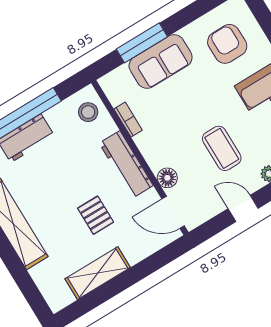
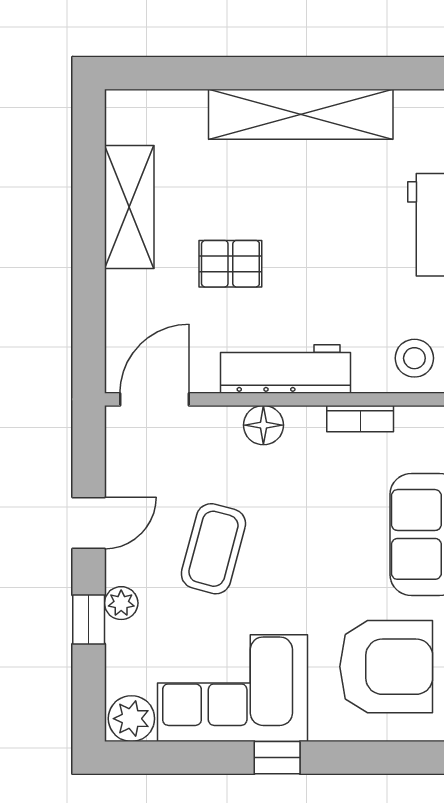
armchair: (227, 44) -> (386, 667), width x1.36, depth x1.36
coffee table: (222, 148) -> (213, 549), turned -75
floor lamp: (167, 178) -> (263, 425), moved

